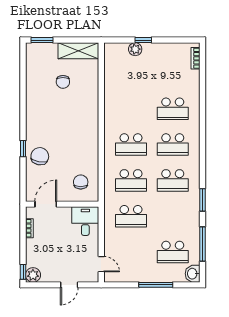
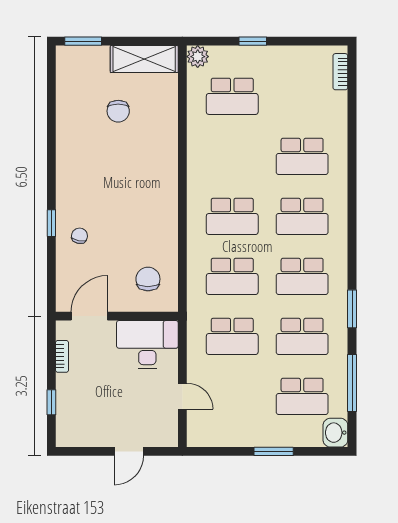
plant: (135, 49) -> (198, 57), moved
school desk: (131, 73) -> (232, 96), added
chair: (40, 156) -> (79, 236), width x0.54, depth x0.54
school desk: (173, 216) -> (302, 336), added
desk: (85, 221) -> (147, 345), width x1.37
door: (101, 264) -> (182, 396), moved
window: (23, 272) -> (51, 402), moved
plant: (33, 275) -> (68, 435), removed
window: (156, 285) -> (274, 451), width x0.69

